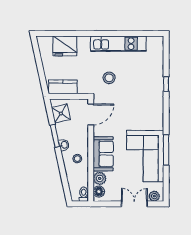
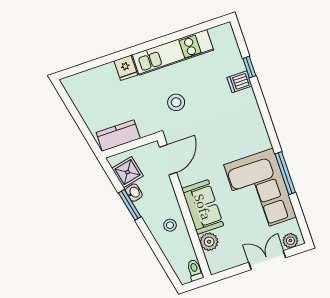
fridge: (65, 46) -> (126, 68), moved, width x0.53, depth x0.75
dishwasher: (156, 78) -> (240, 82), added
window: (166, 84) -> (249, 67), moved
washbasin: (64, 145) -> (134, 193), moved
floor lamp: (99, 192) -> (214, 260), removed

